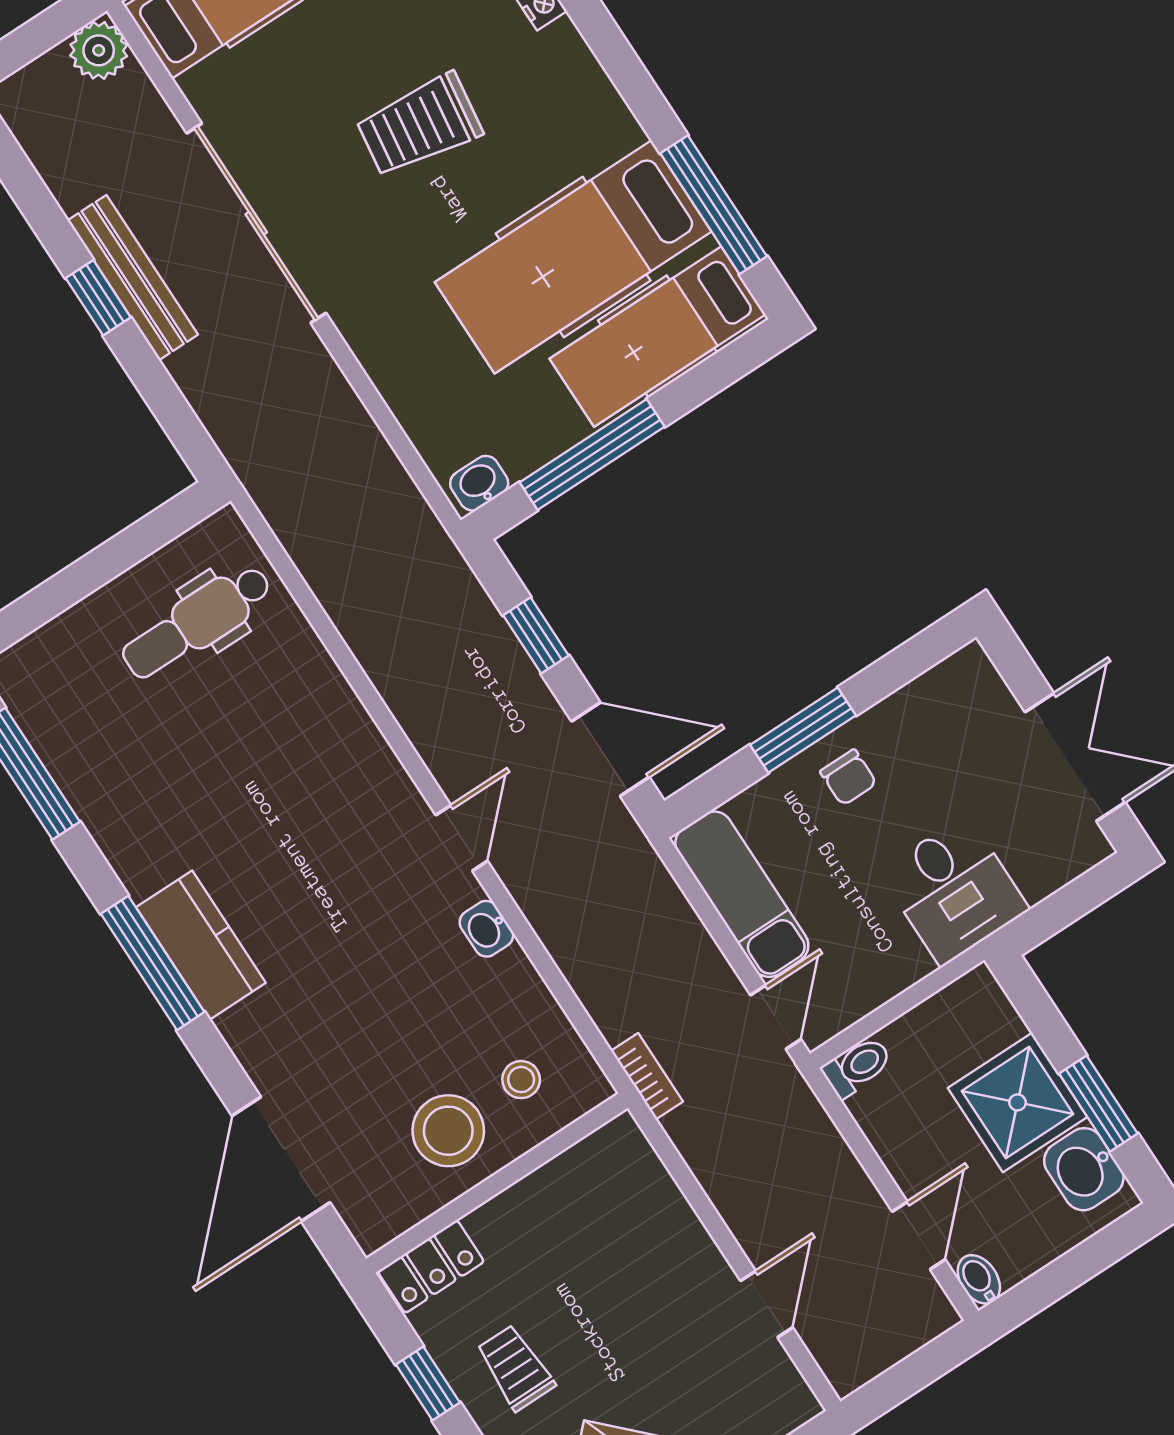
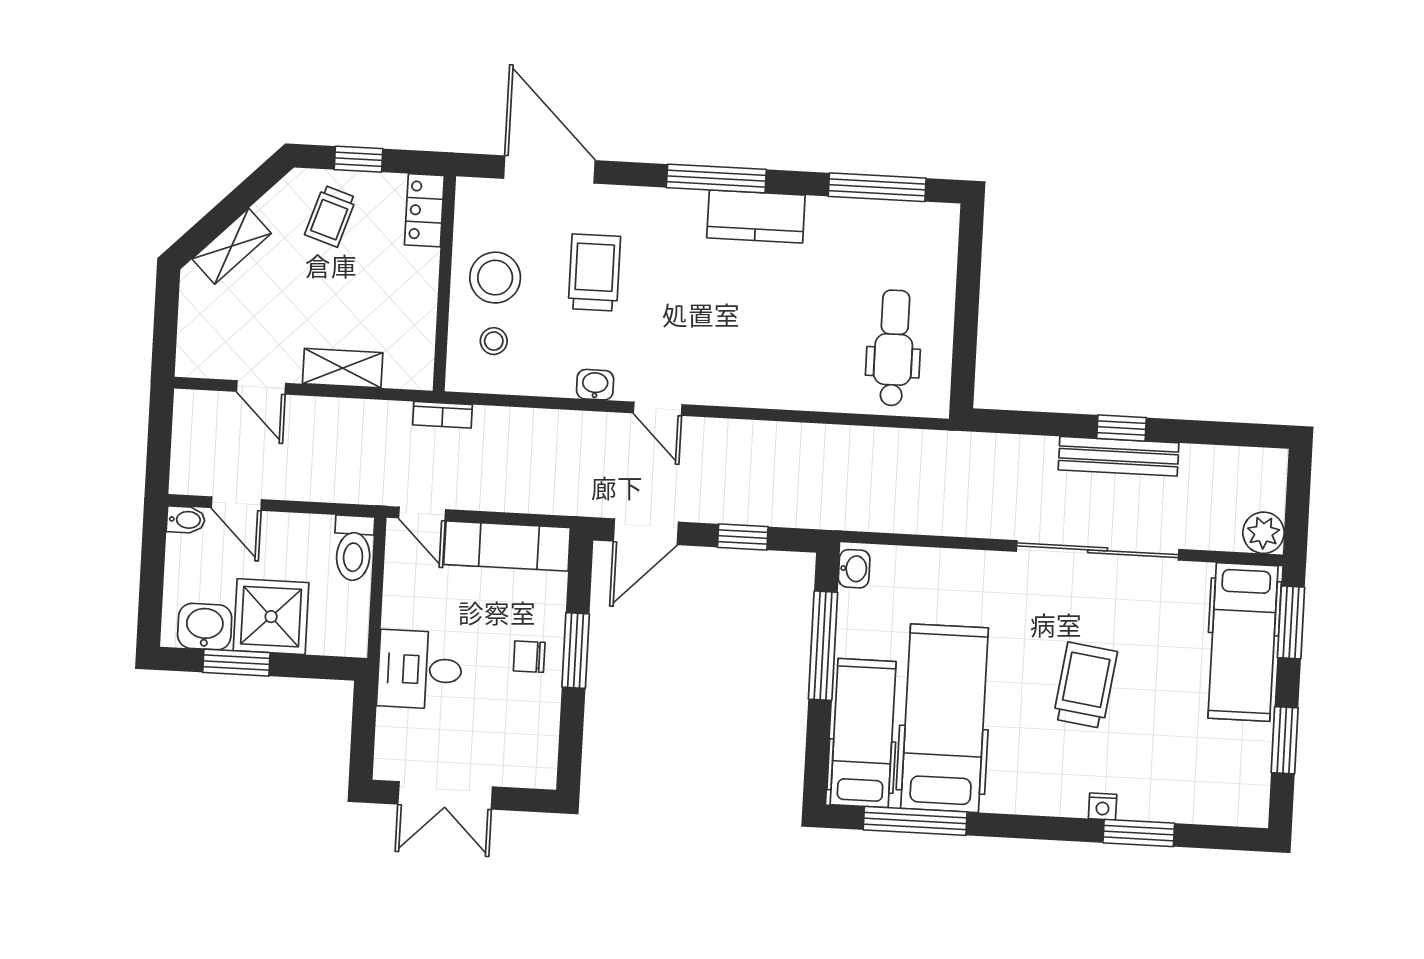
kitchen counter: (201, 945) -> (756, 216), moved
trolley: (360, 1023) -> (594, 273), added
toilet: (857, 1067) -> (354, 548), width x1.37, depth x1.39
shelving: (677, 1228) -> (343, 368), added
trolley: (515, 1368) -> (331, 216), turned 108

